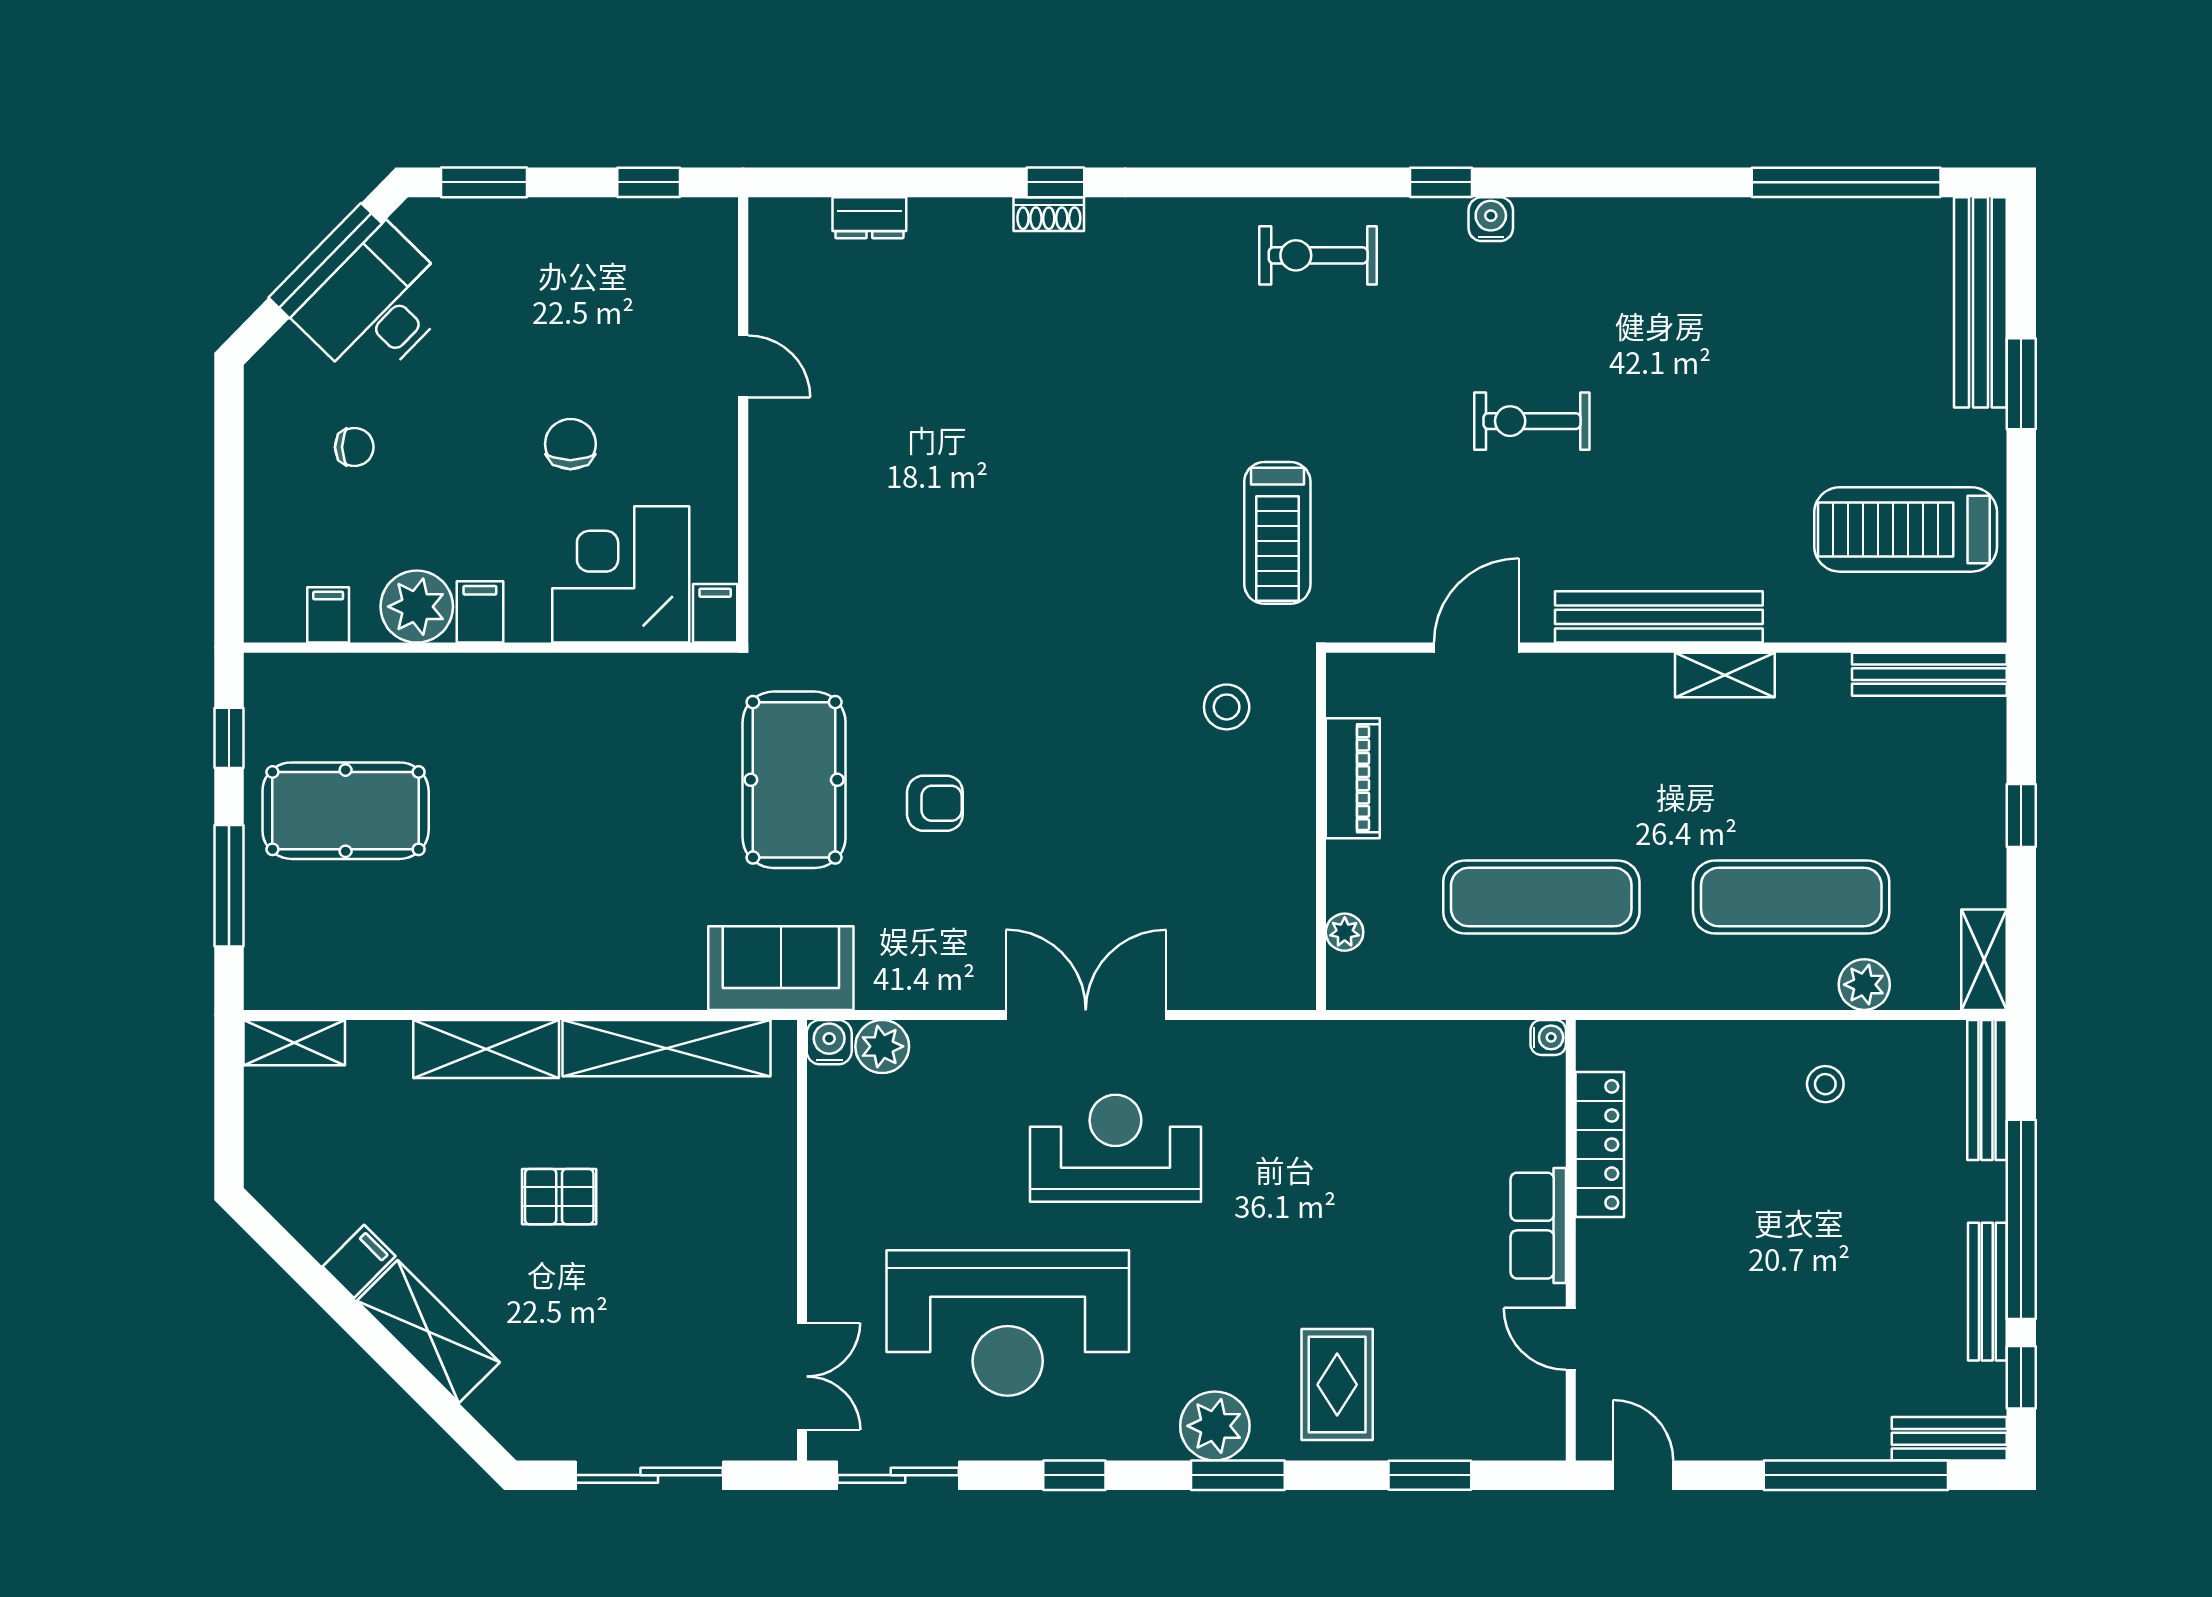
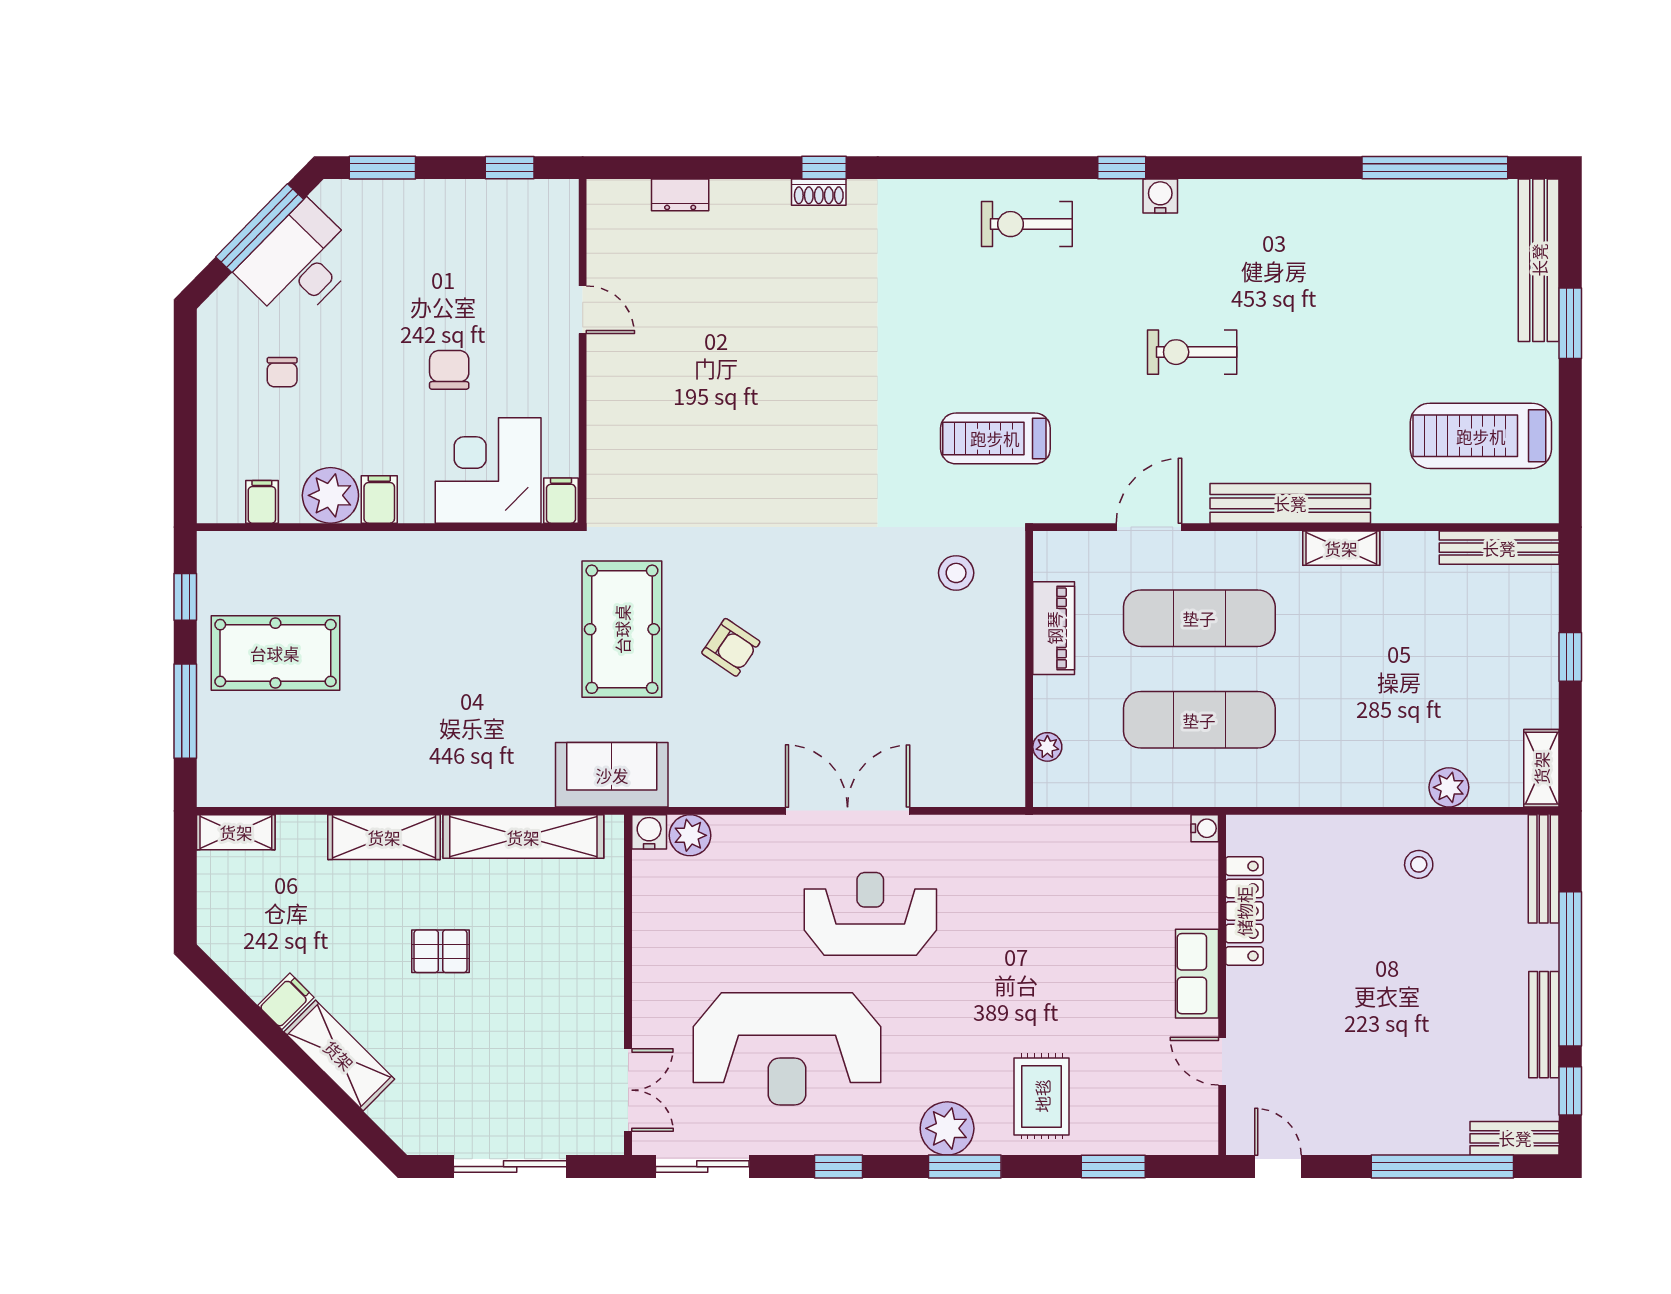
chair: (354, 447) -> (282, 372), turned 90
treadmill: (1277, 533) -> (995, 438), turned 90
armchair: (935, 803) -> (731, 647), turned 34
exercise mat: (1791, 897) -> (1199, 618), moved

